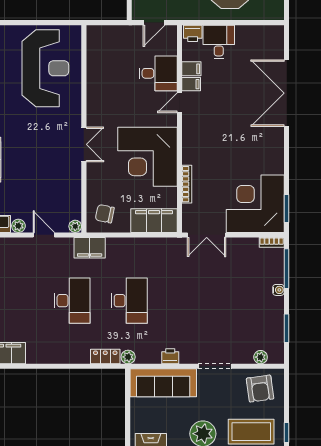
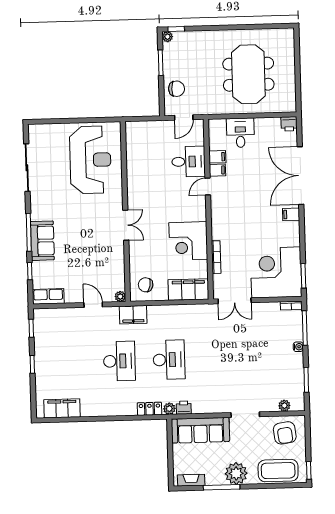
printer: (193, 33) -> (289, 124), moved
filing cabinet: (274, 137) -> (291, 214), added
corner desk: (147, 157) -> (188, 241), width x0.74, depth x0.74
plant: (18, 226) -> (71, 297), removed
printer: (170, 356) -> (184, 408), moved

